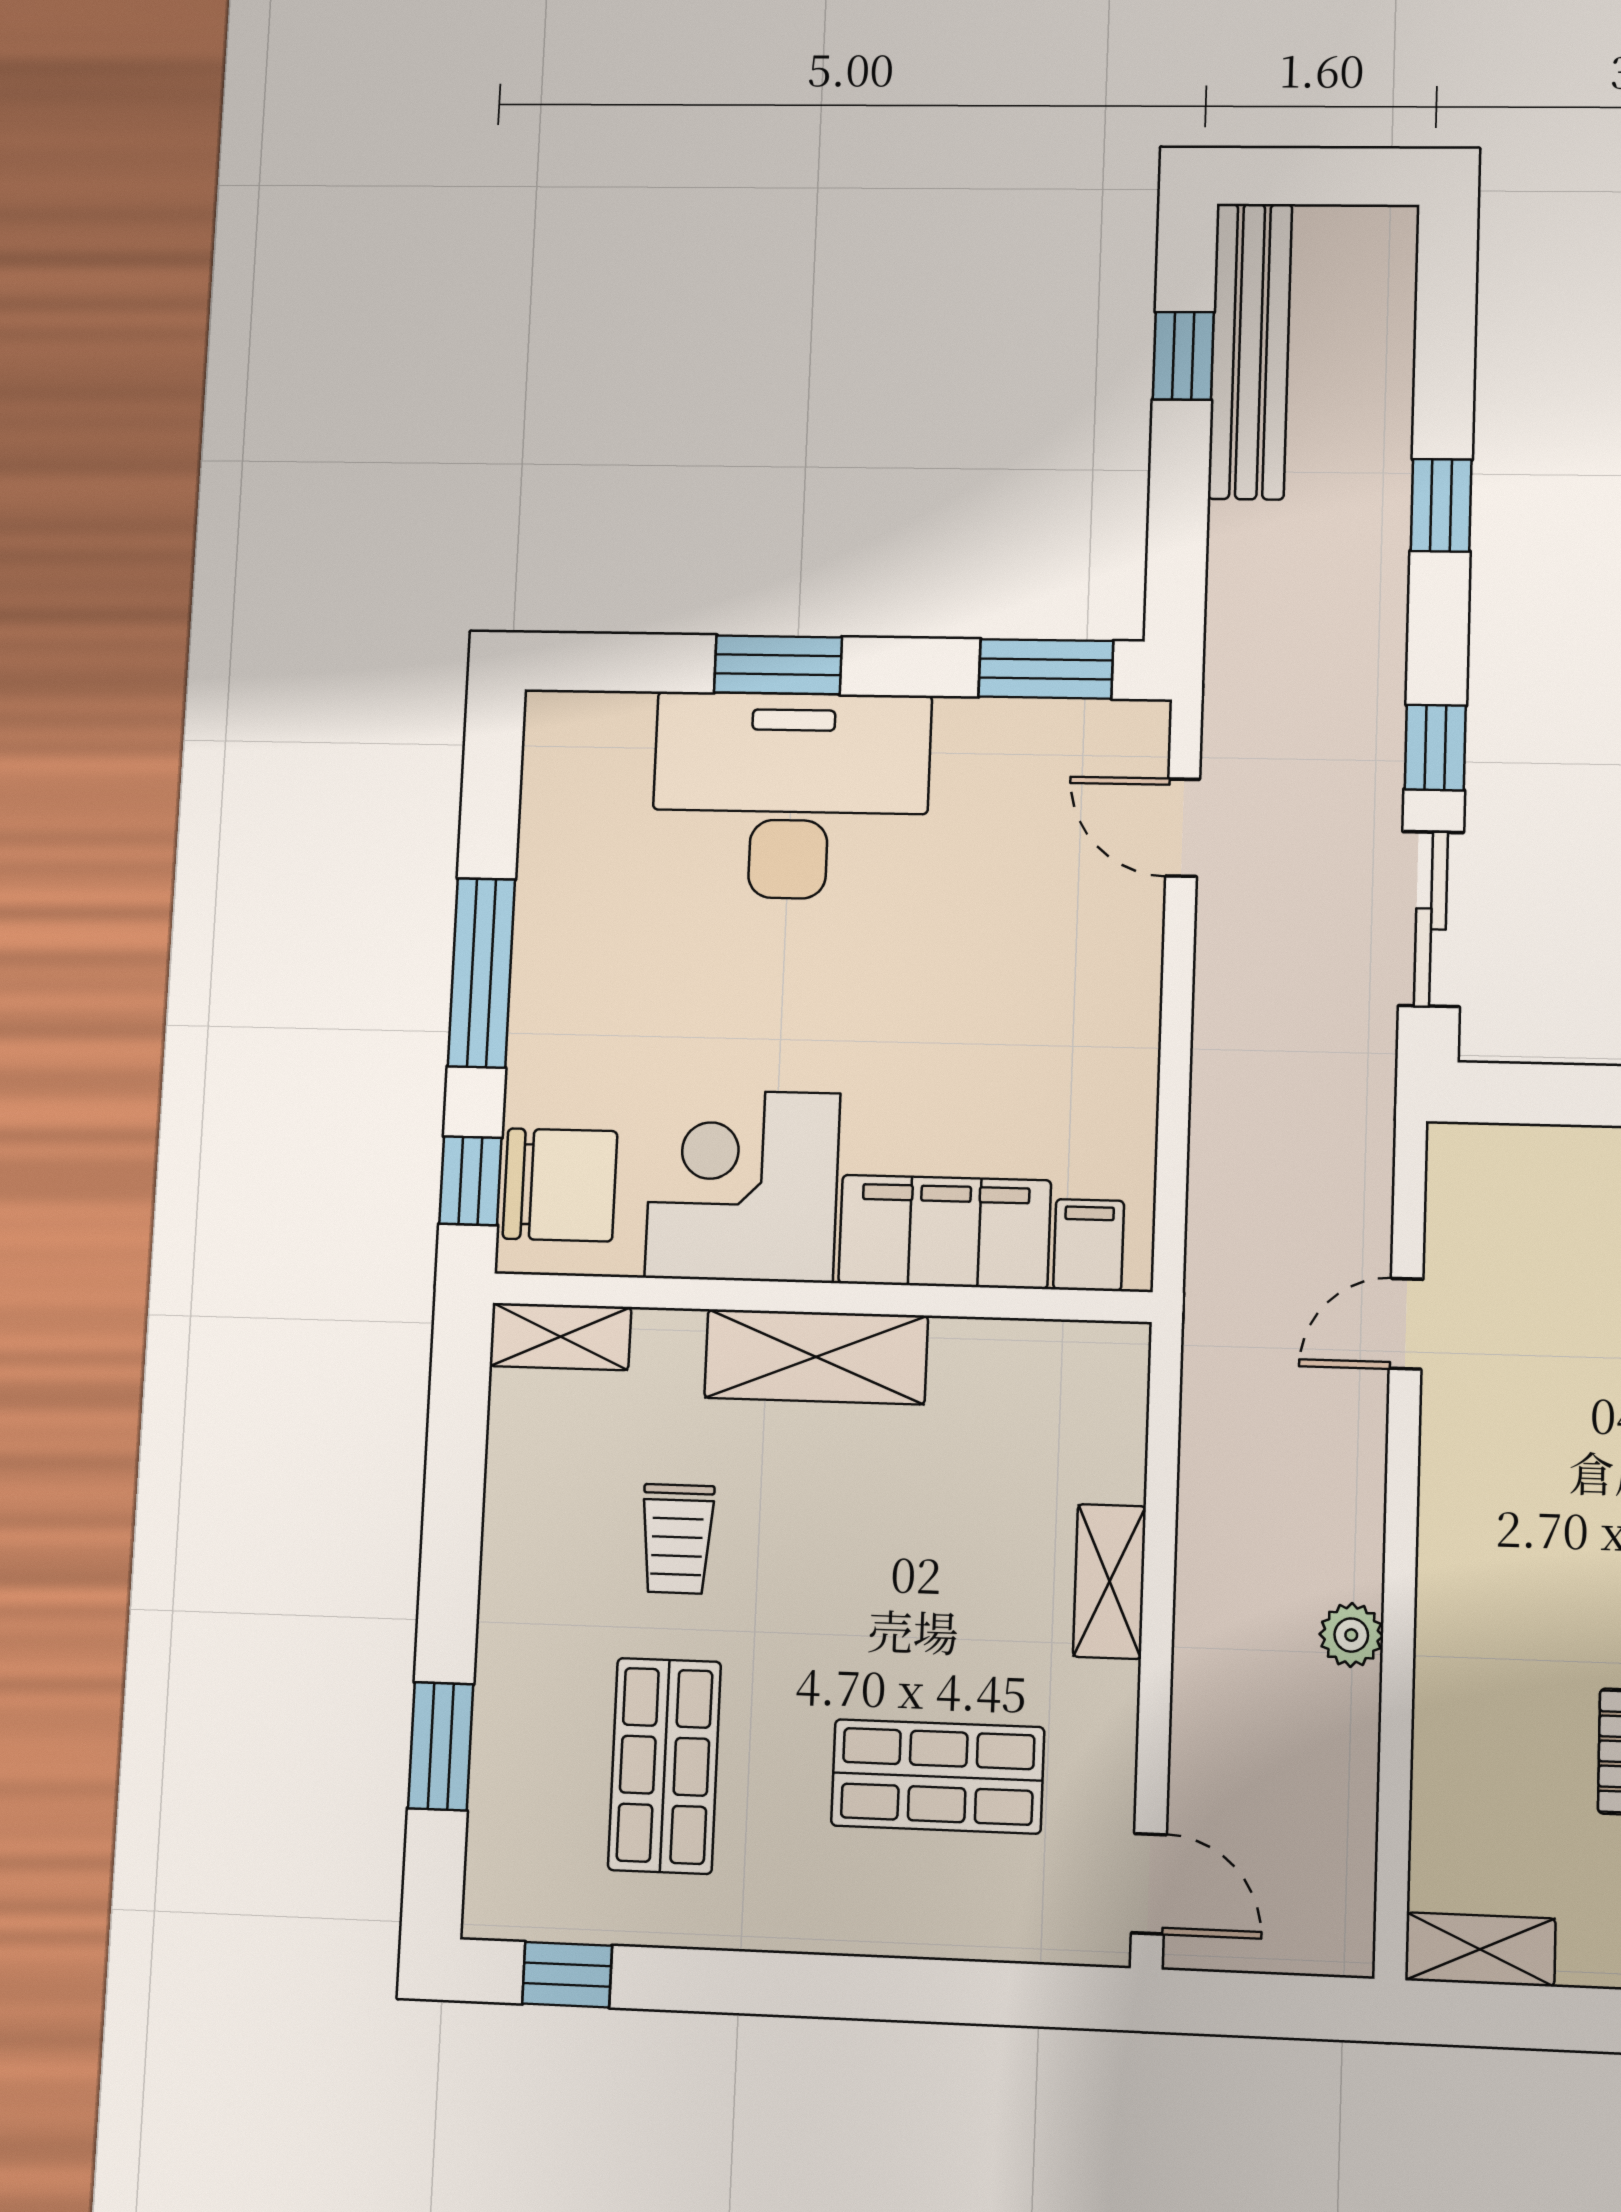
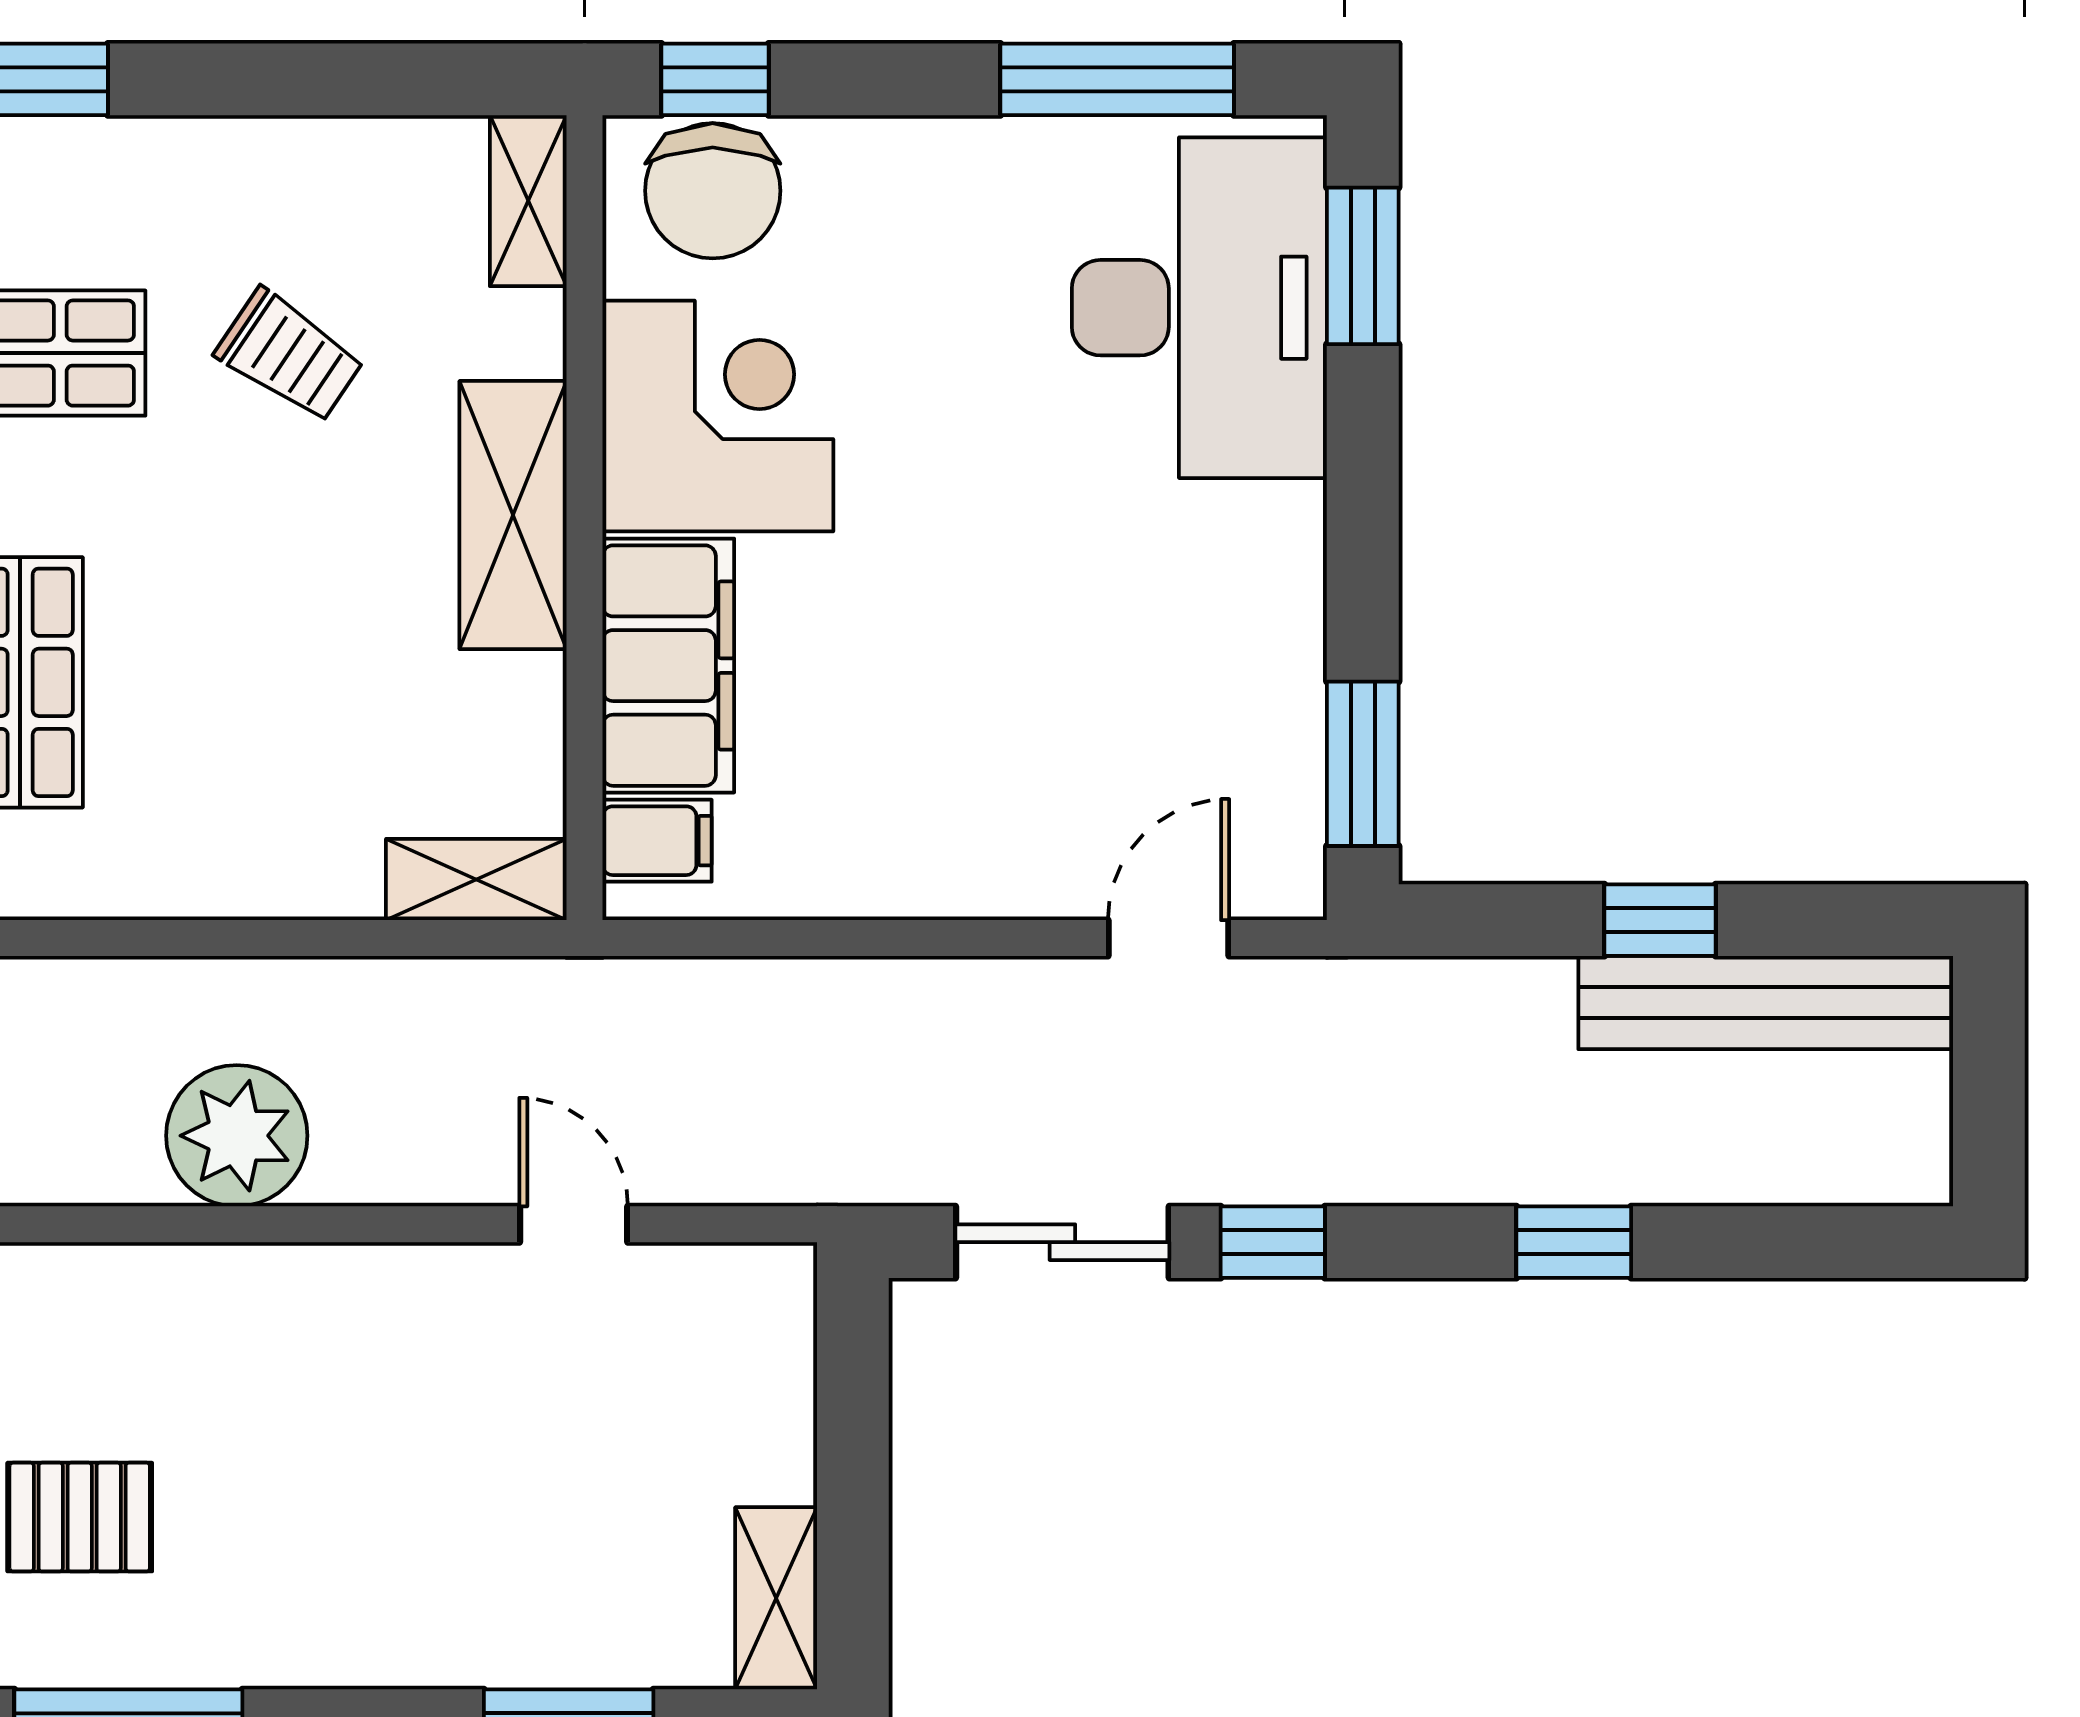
window: (1183, 356) -> (1660, 920), moved
window: (778, 665) -> (1363, 266), moved
desk: (791, 796) -> (1199, 308), moved
window: (481, 973) -> (1117, 79), moved
trolley: (677, 1539) -> (290, 356), turned -146
shelving: (1110, 1581) -> (476, 880), moved
plant: (1351, 1635) -> (237, 1136), width x1.88, depth x1.88

